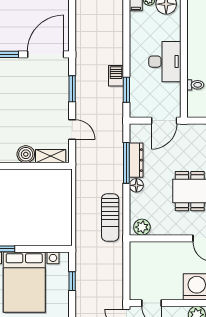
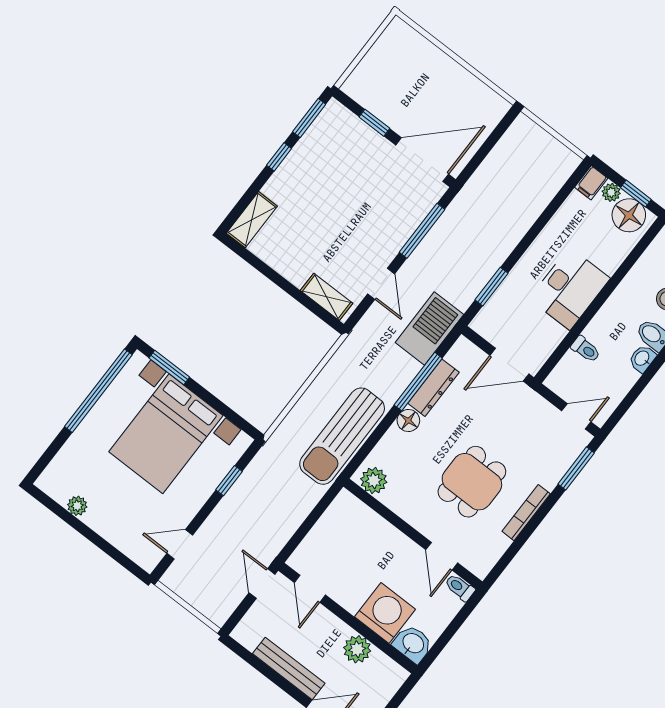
barbecue: (116, 76) -> (429, 328), moved, width x1.88, depth x1.53
window: (72, 89) -> (422, 231), width x1.44
boiler: (26, 154) -> (296, 269), removed
sun lounger: (110, 218) -> (342, 436), width x1.36, depth x1.34

